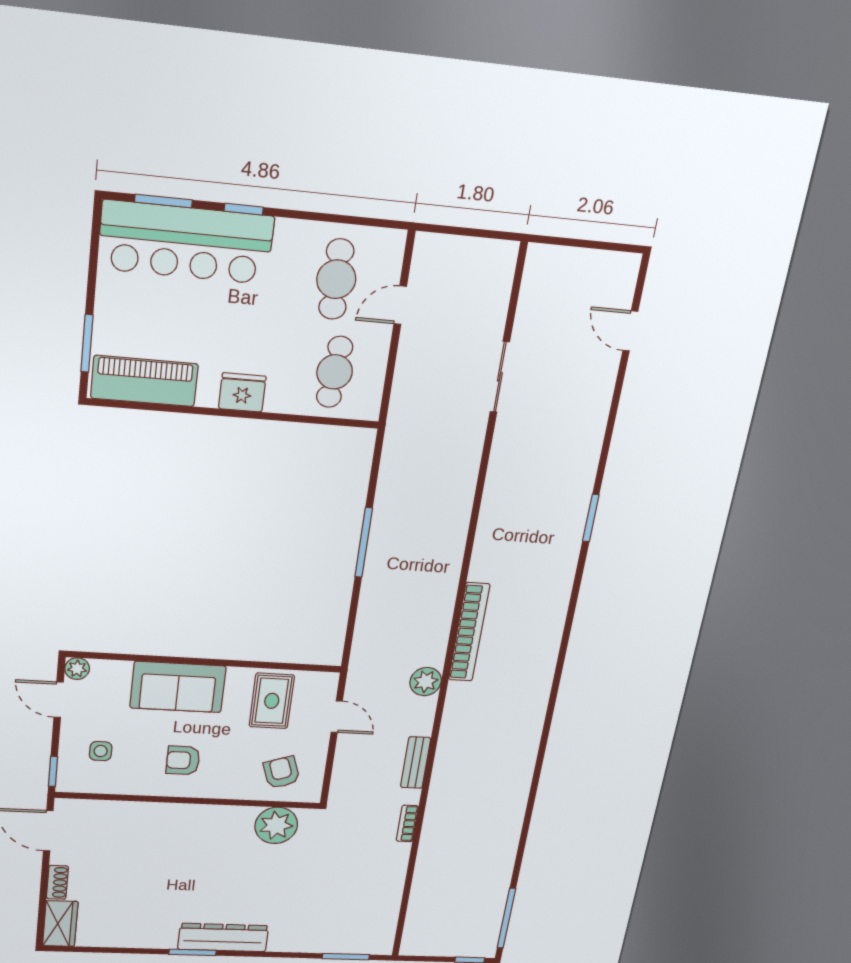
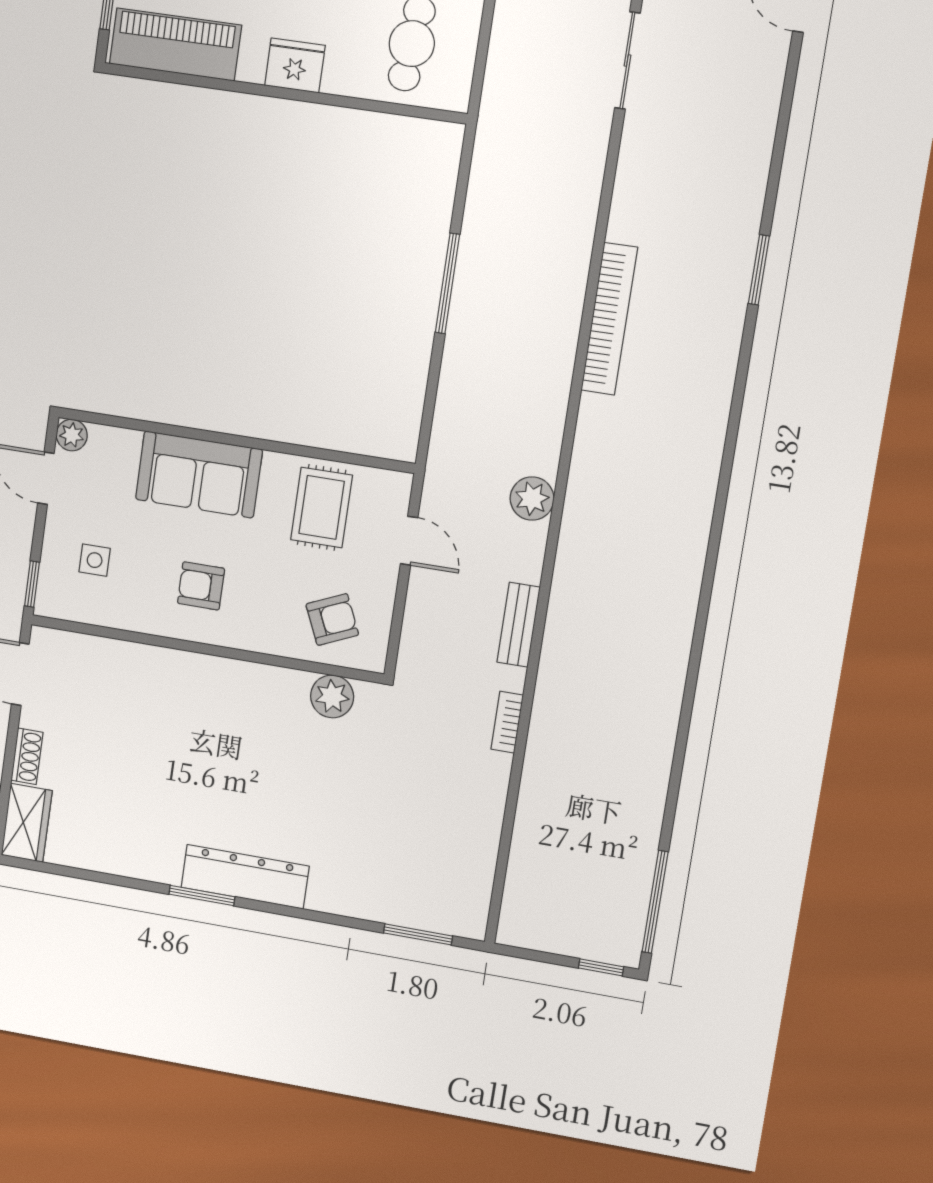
bookcase: (469, 632) -> (609, 319), moved
armchair: (281, 772) -> (332, 620), turned 85
plant: (276, 825) -> (332, 696), width x0.73, depth x0.73

